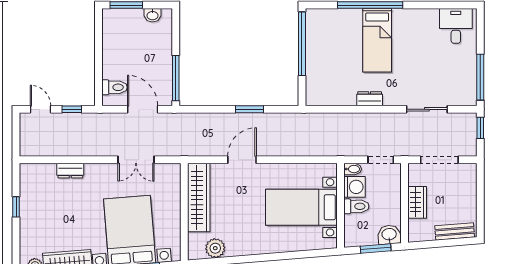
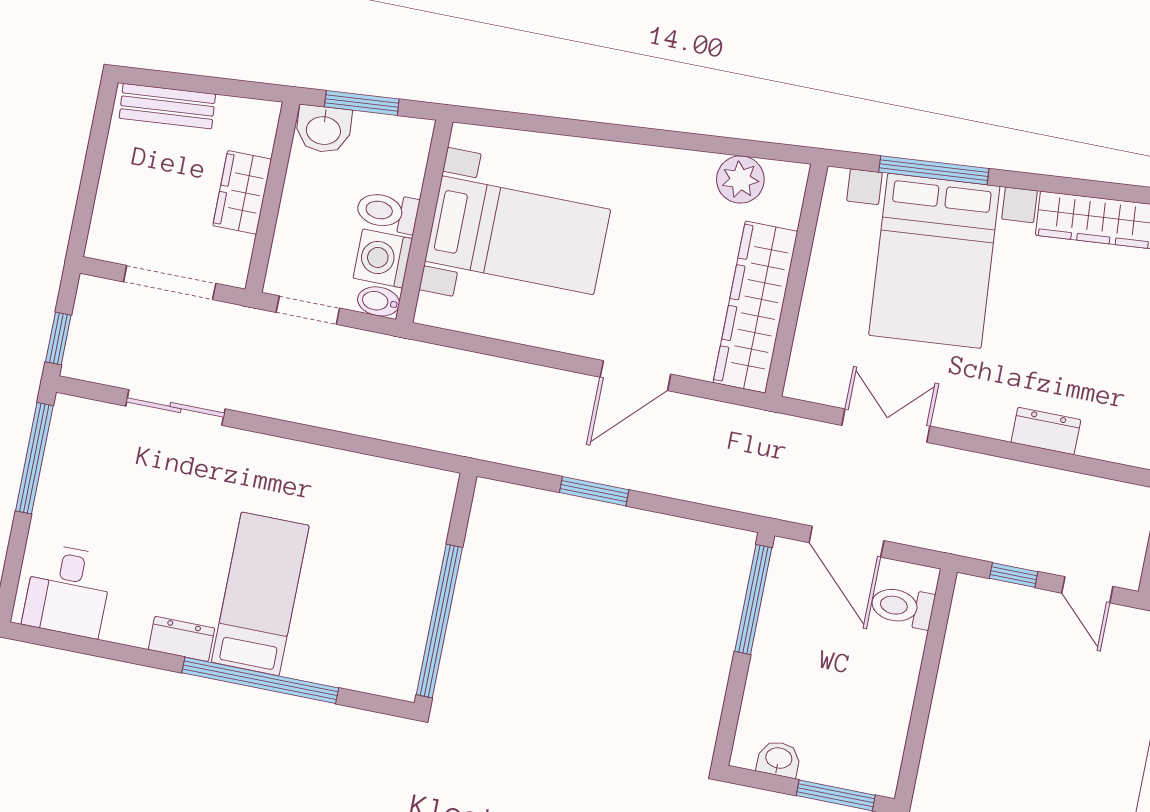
dresser: (370, 99) -> (182, 639), moved, turned 180

